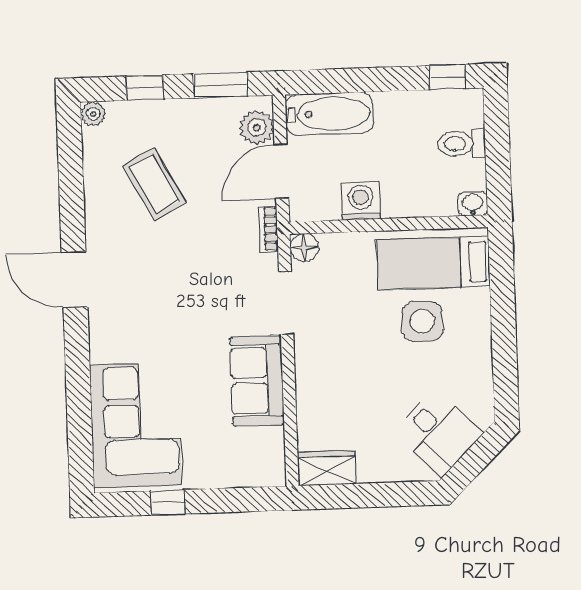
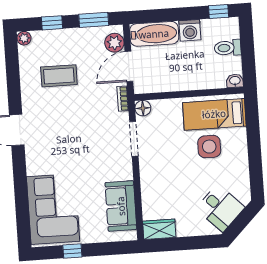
coffee table: (154, 184) -> (59, 76), turned -62
washing machine: (361, 201) -> (190, 30), moved, turned 180
sofa: (257, 381) -> (121, 206), moved

